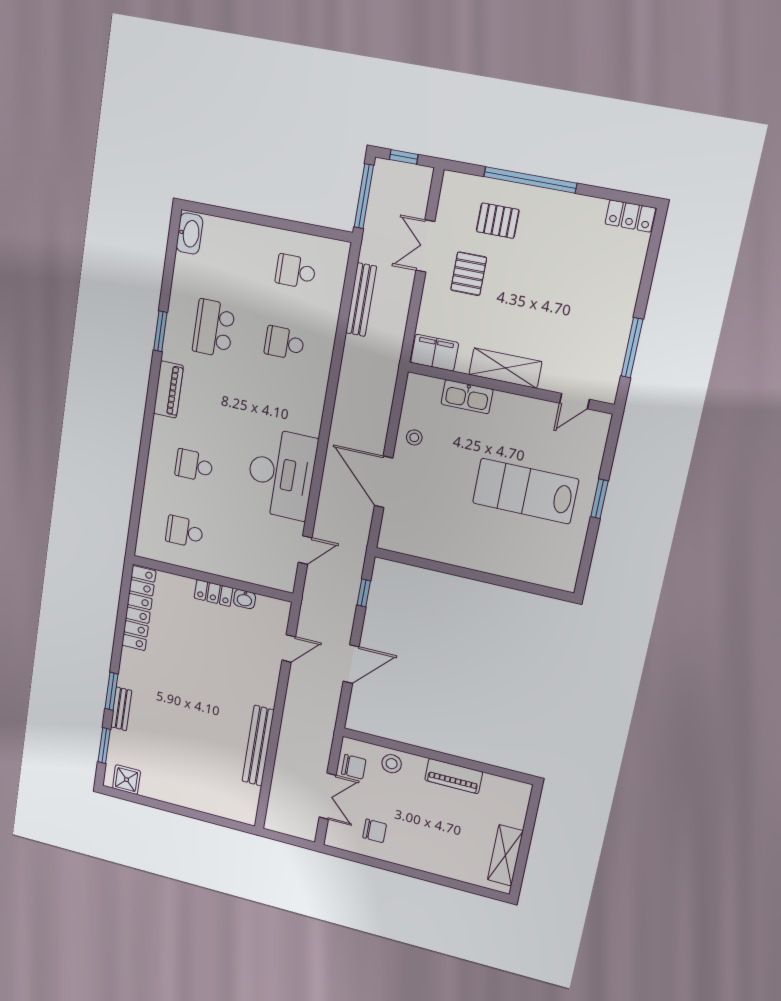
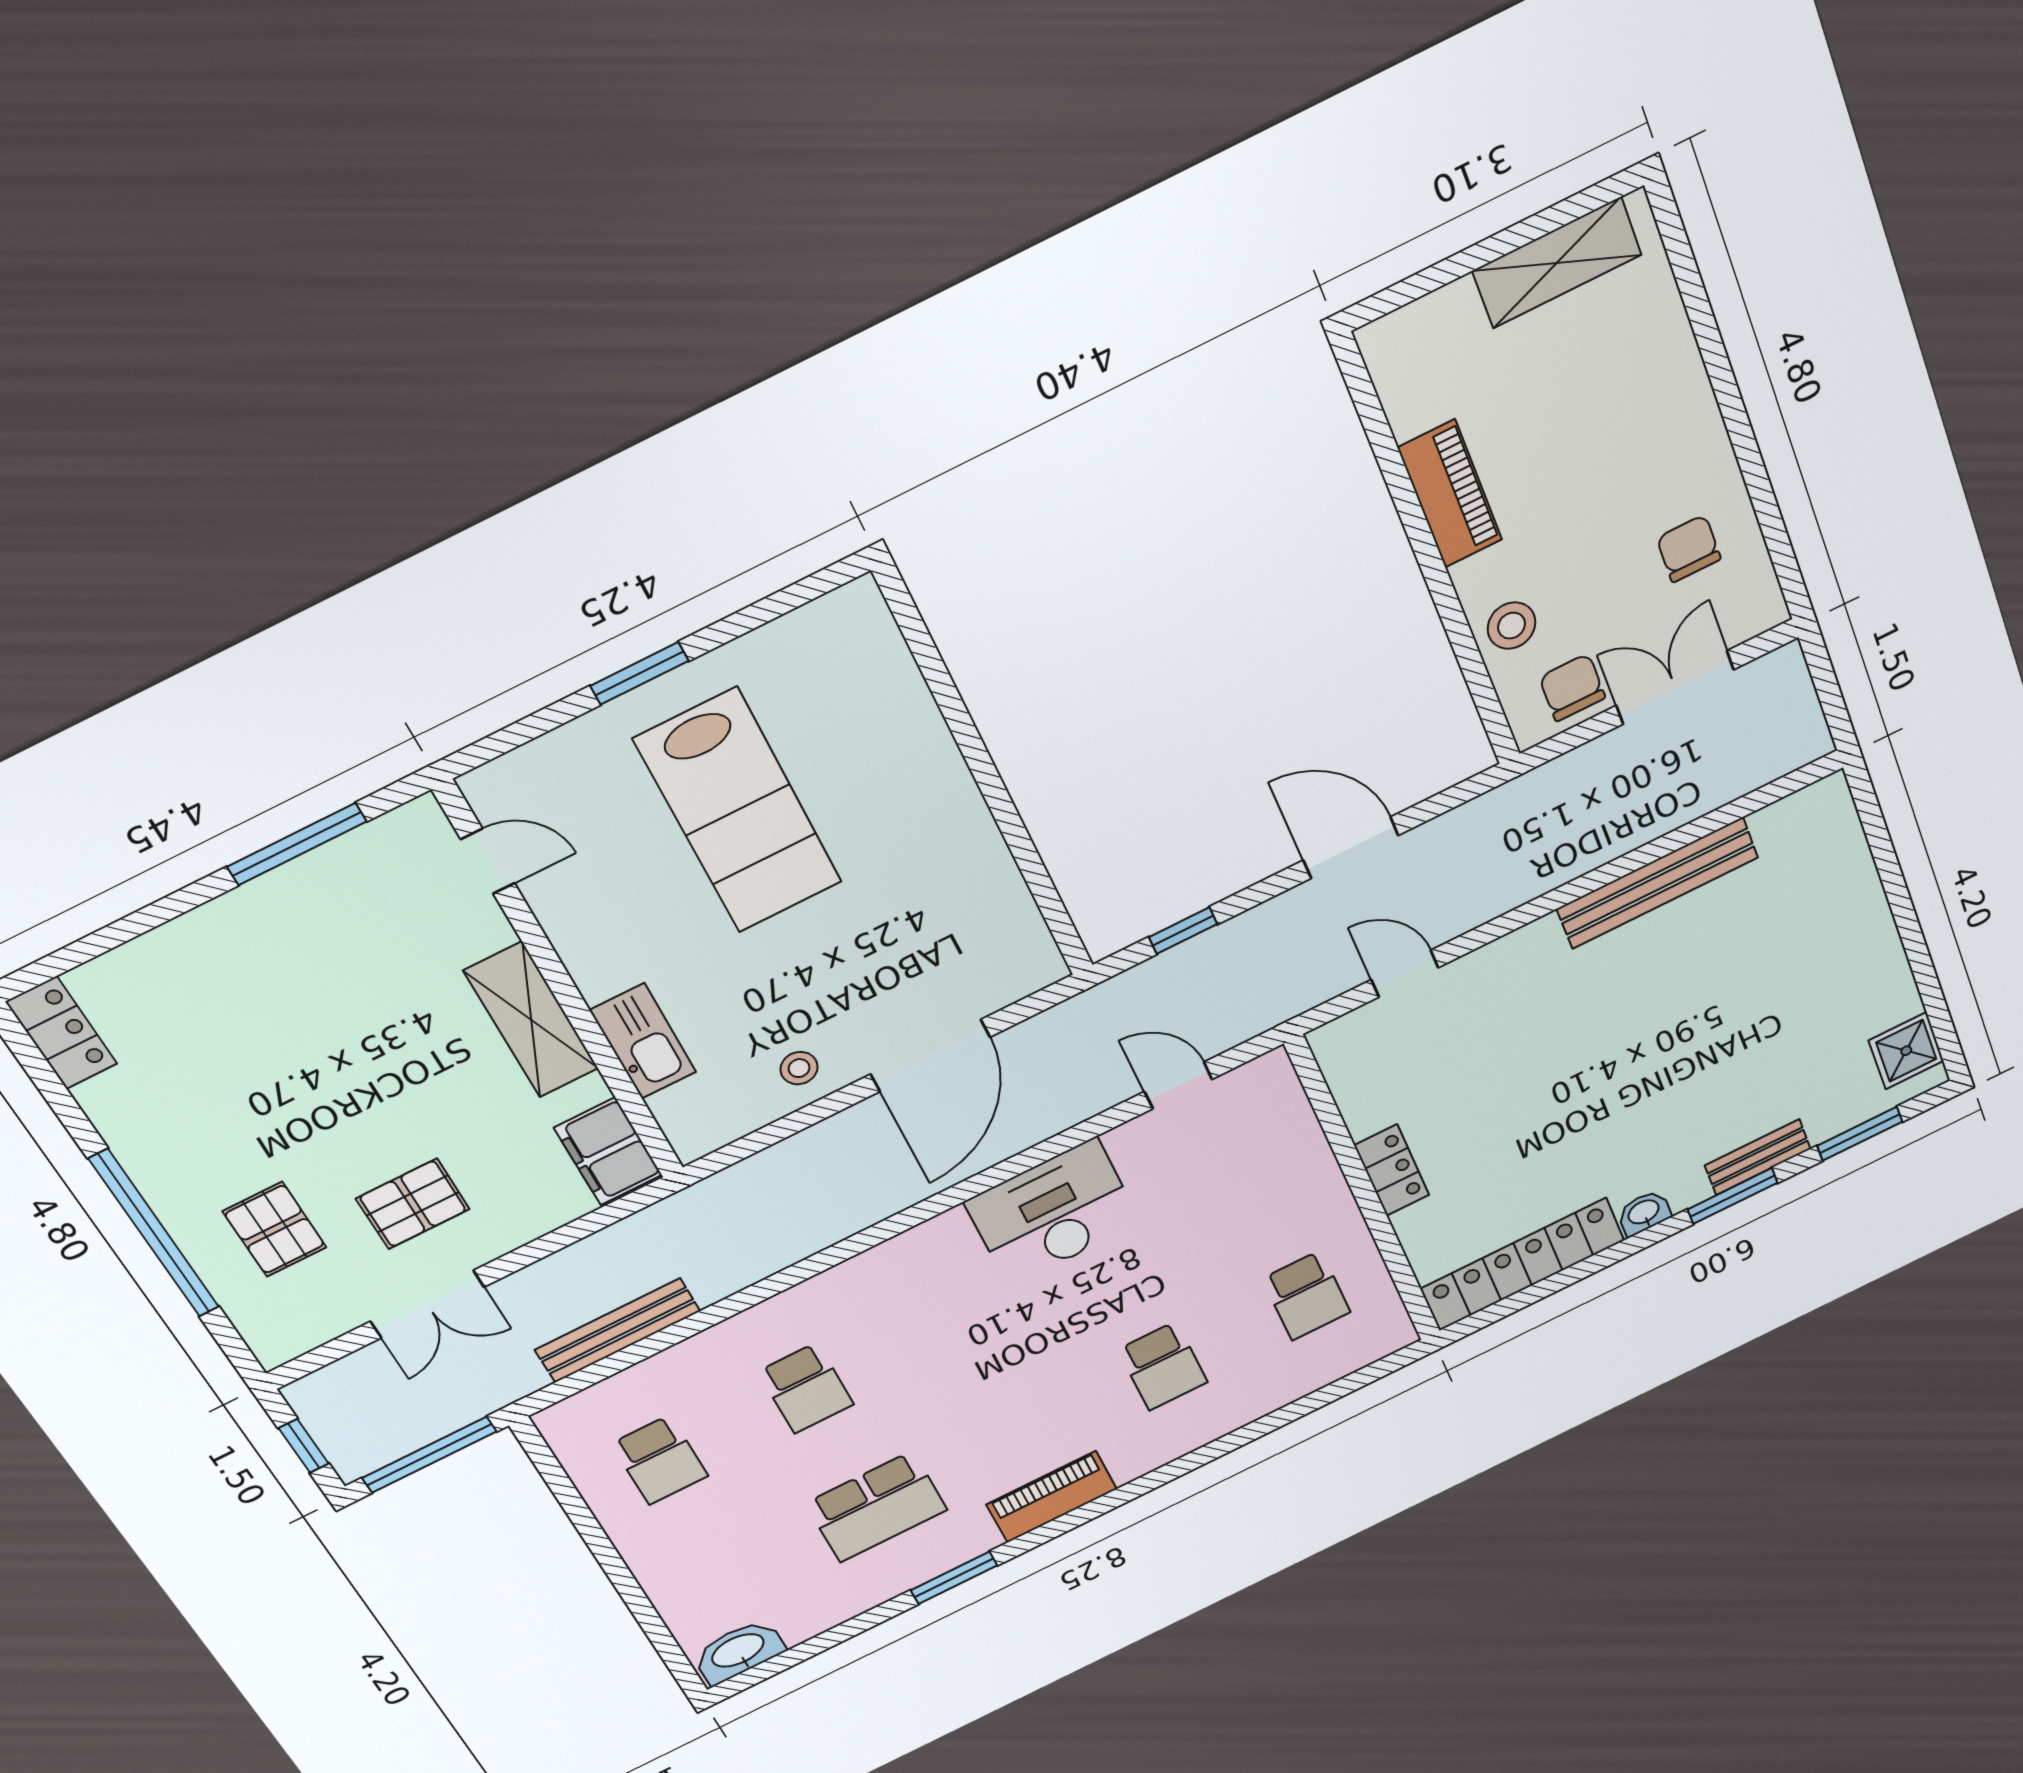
desk: (281, 474) -> (1053, 1212), width x0.73, depth x0.77
washbasin: (245, 599) -> (1644, 1213), moved, turned -90

